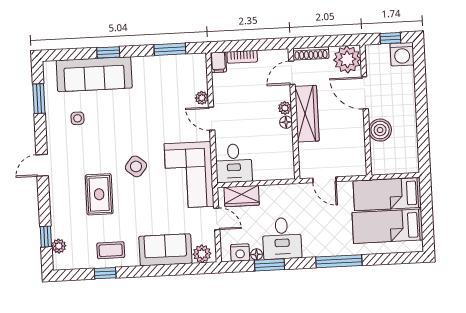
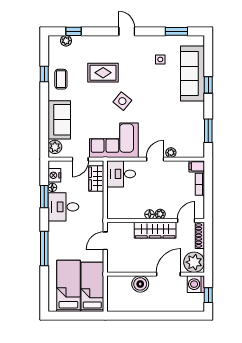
washing machine: (402, 54) -> (196, 284), moved
door: (292, 73) -> (186, 221), hinge flipped

